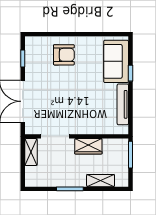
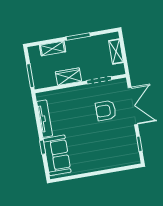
armchair: (64, 55) -> (106, 111), moved
shelving: (31, 152) -> (116, 52), moved

